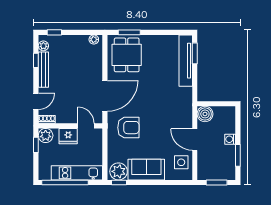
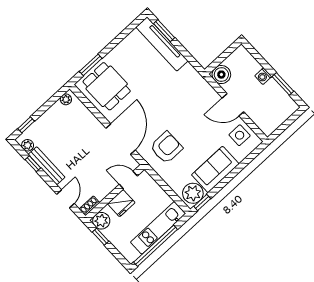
window: (217, 183) -> (286, 124), removed

